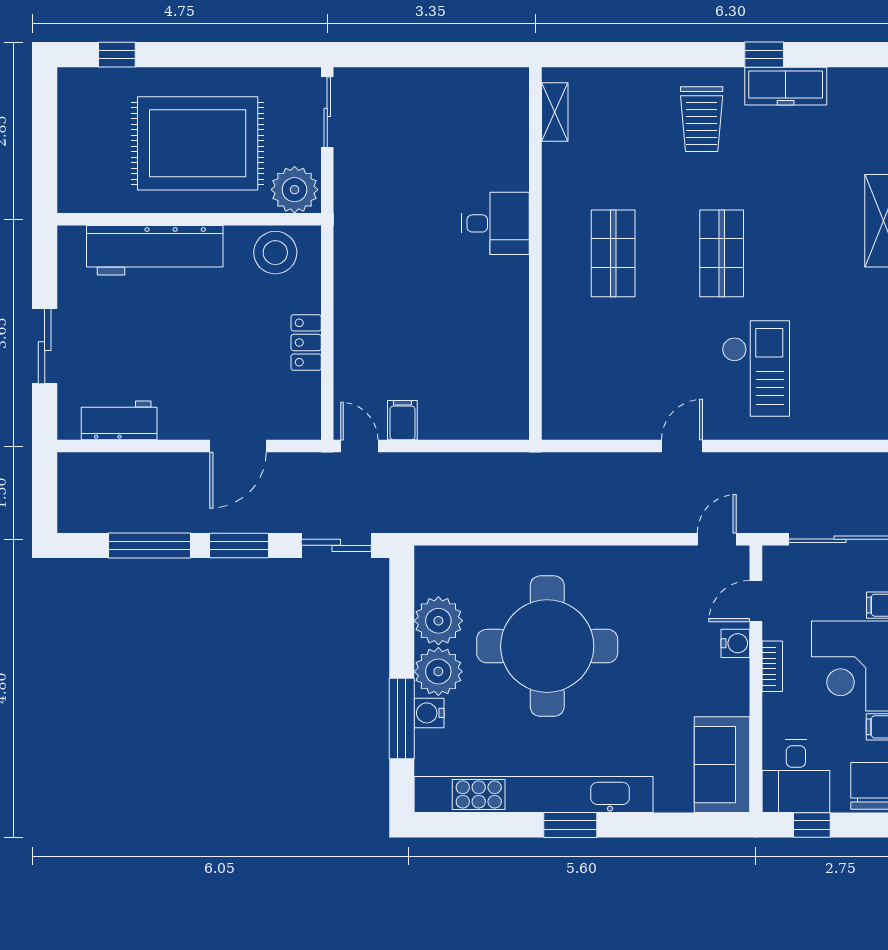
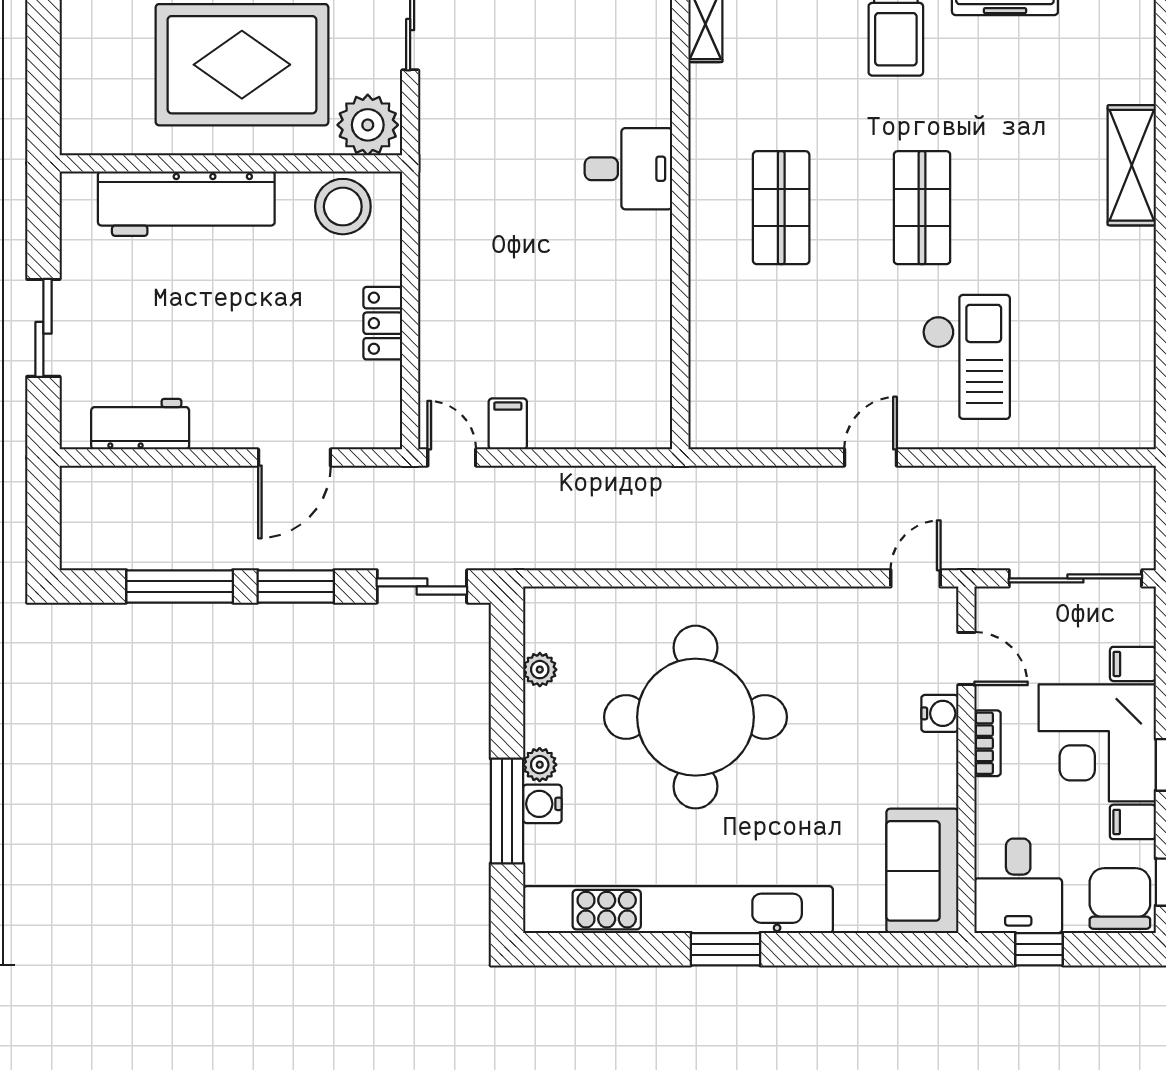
door: (756, 601) -> (966, 659), swing flipped
plant: (438, 621) -> (540, 670), width x0.53, depth x0.53
plant: (438, 672) -> (540, 765), width x0.53, depth x0.53

